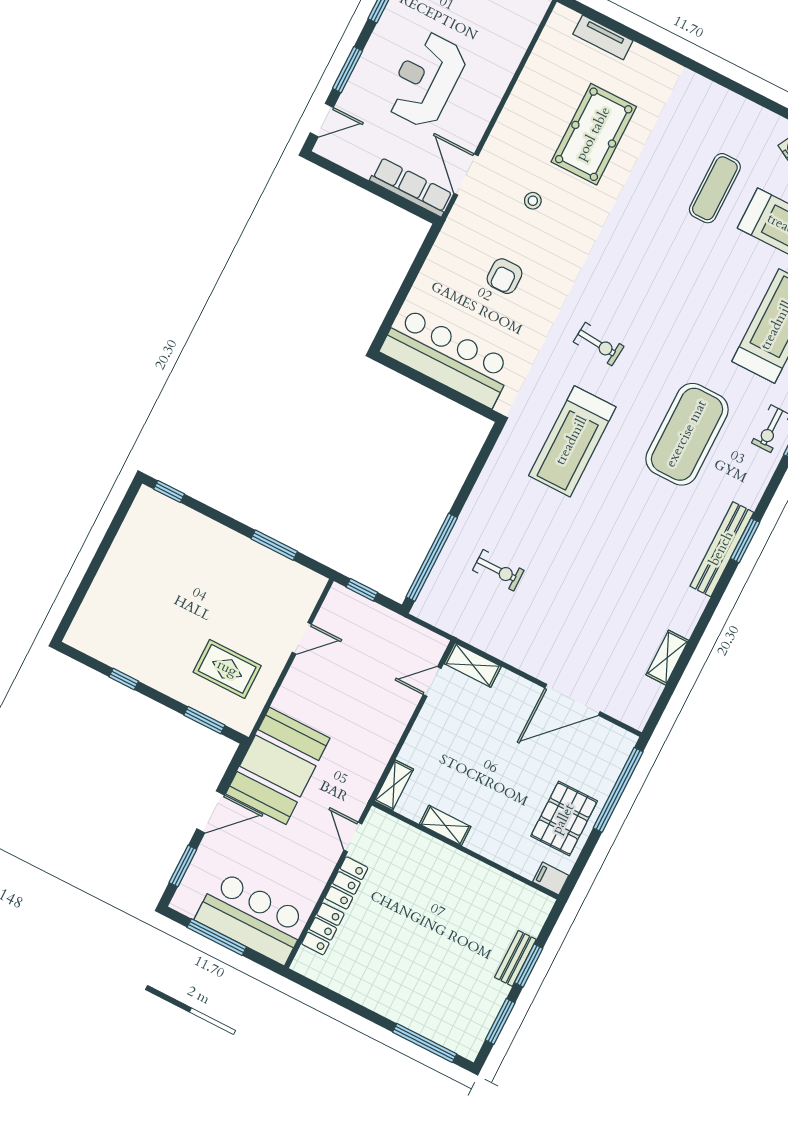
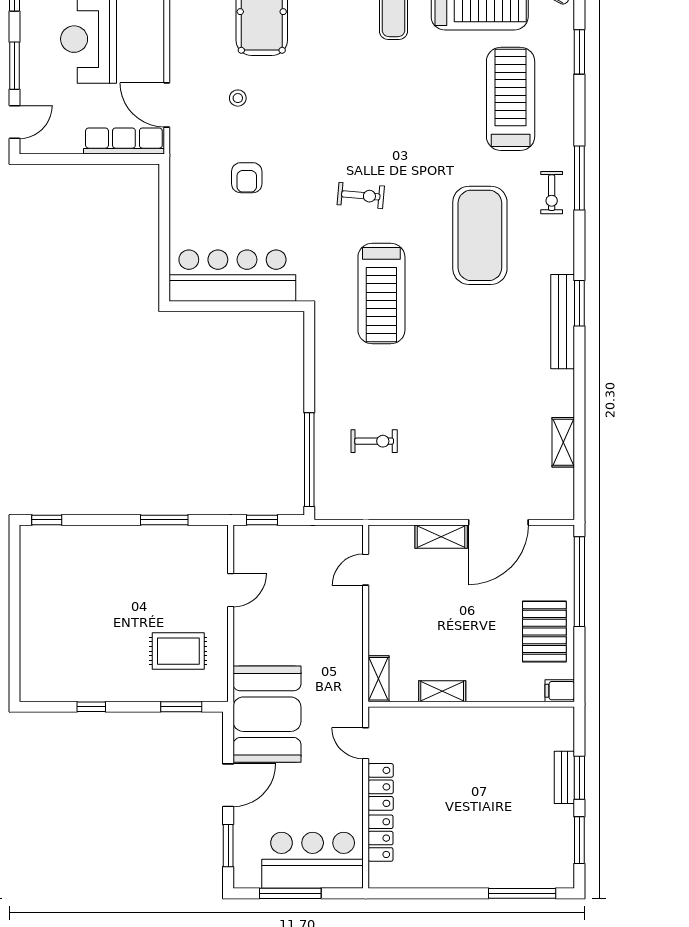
shelving: (473, 665) -> (441, 537), moved

